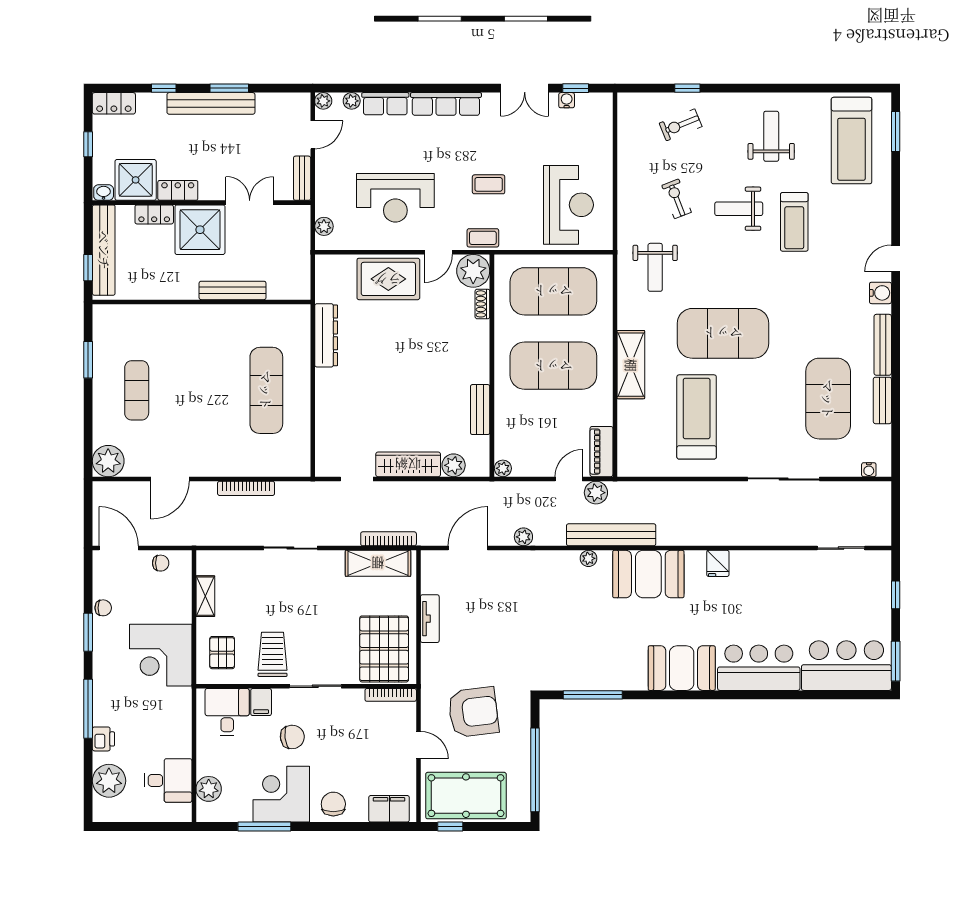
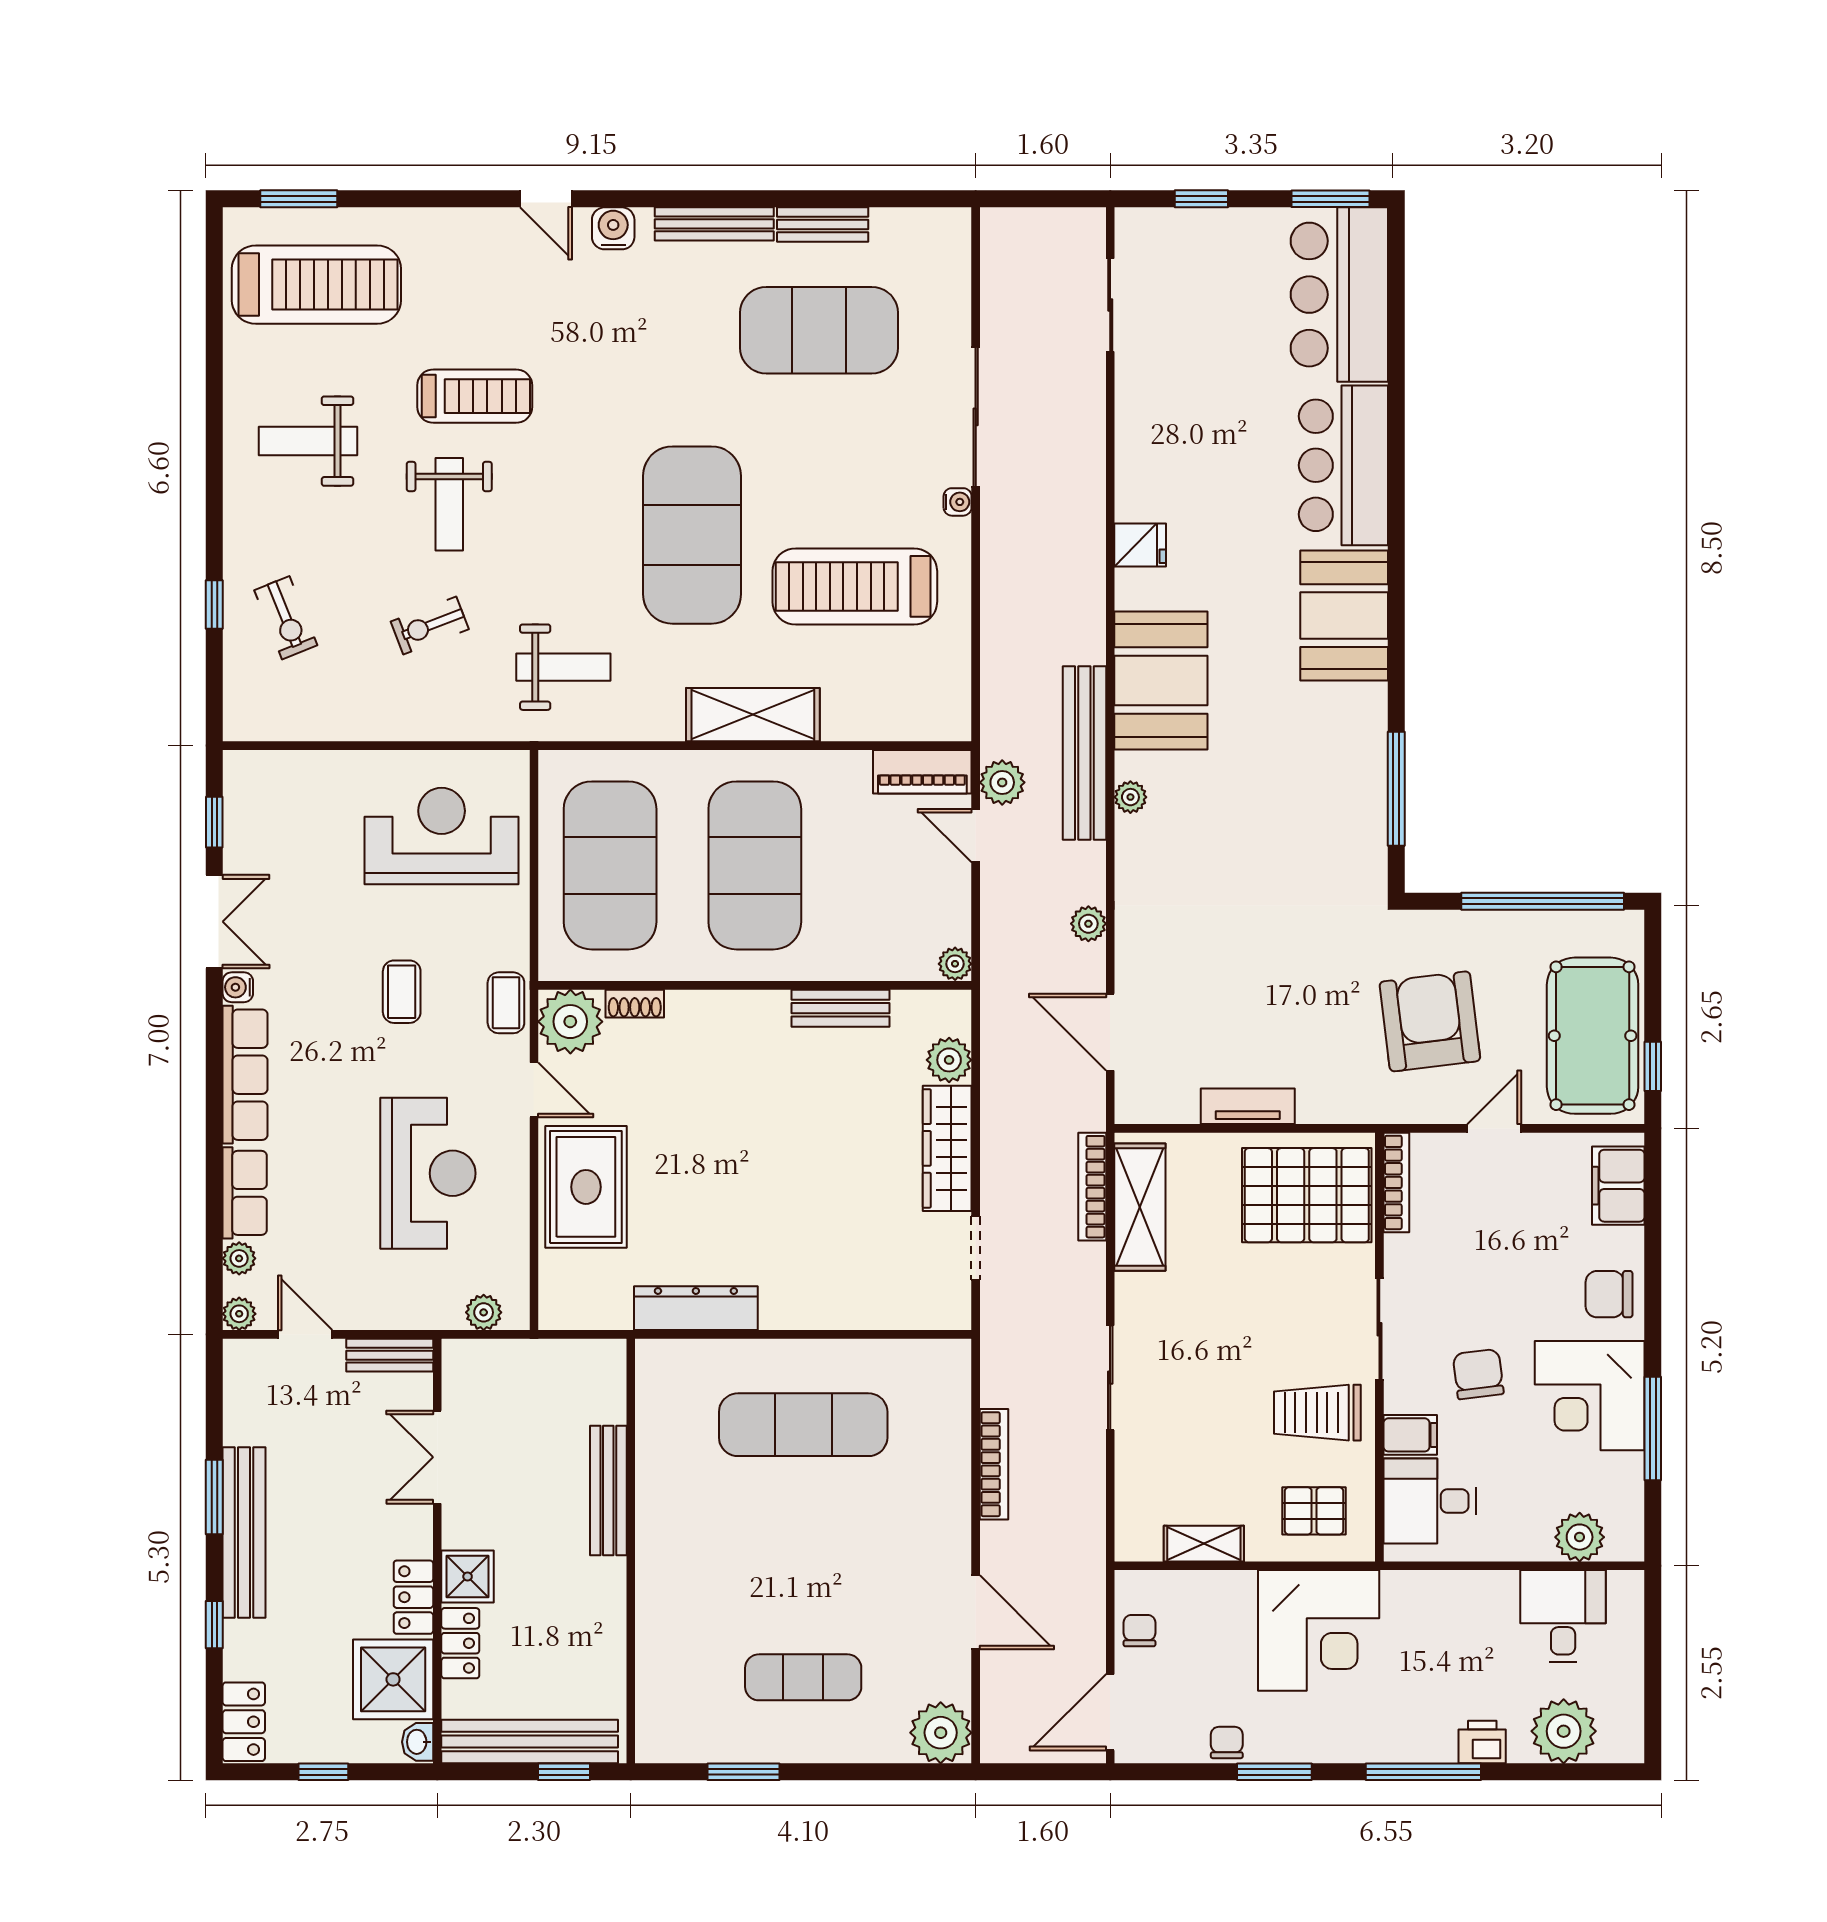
water cooler: (567, 100) -> (238, 987), moved
shower: (200, 230) -> (468, 1576), width x0.54, depth x0.54
water cooler: (869, 470) -> (958, 502), moved

